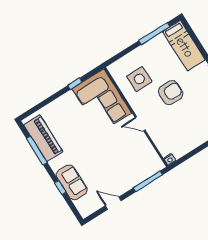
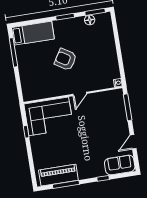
side table: (139, 79) -> (44, 80), removed
armchair: (171, 93) -> (65, 59), turned -58
sofa: (72, 182) -> (120, 165), moved

